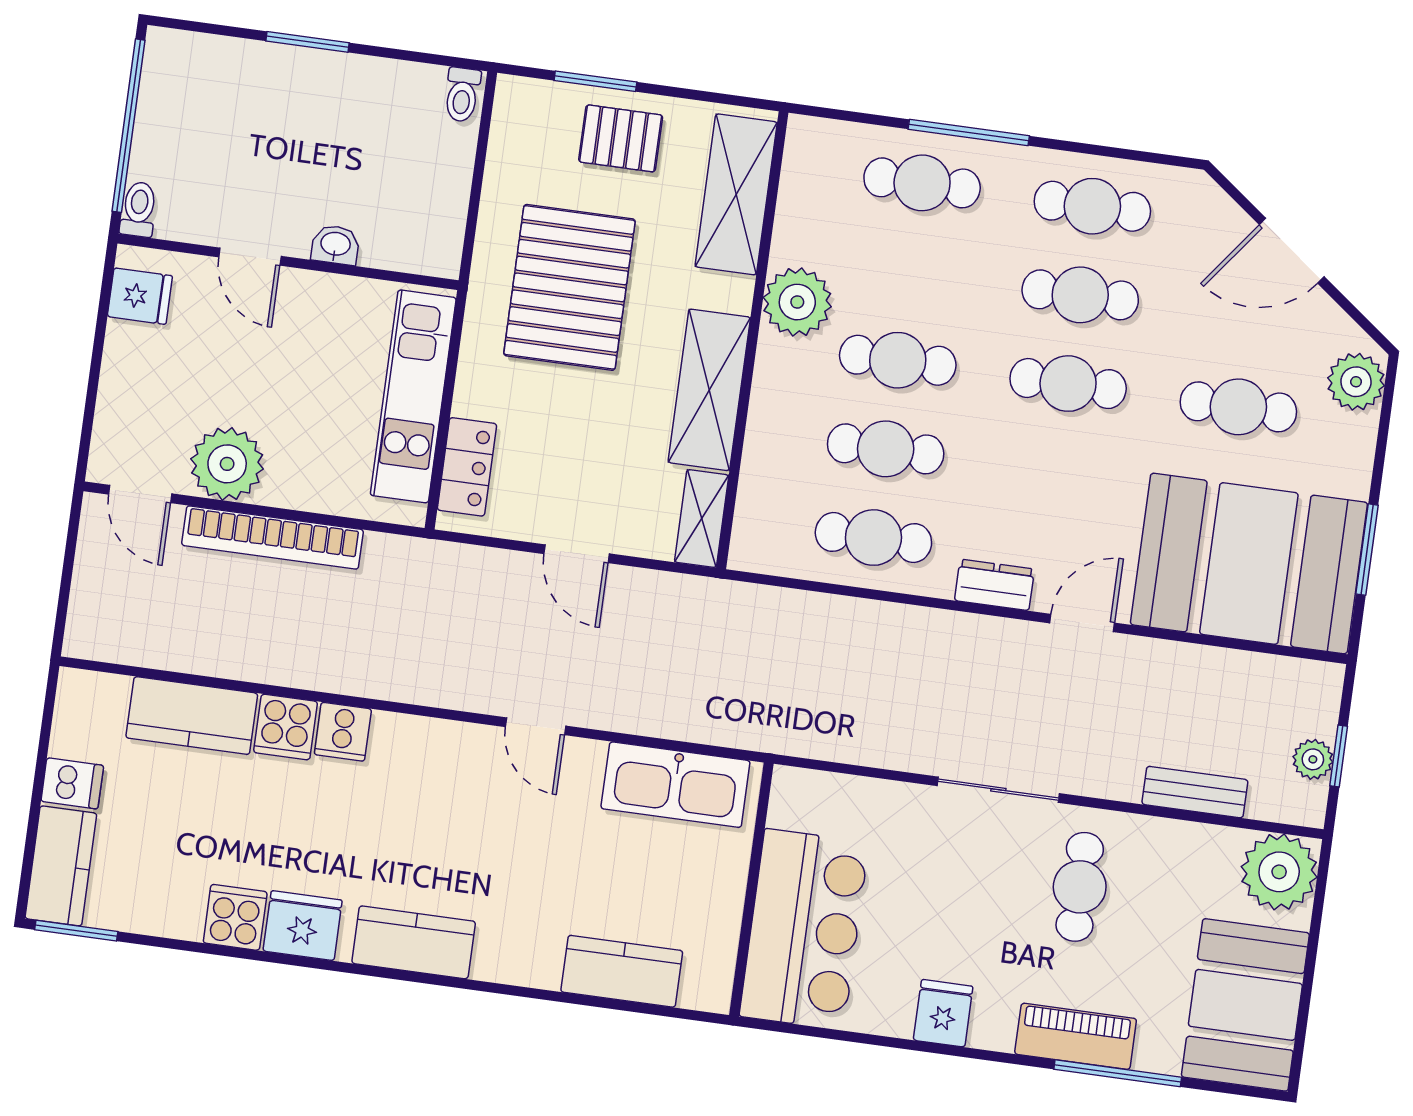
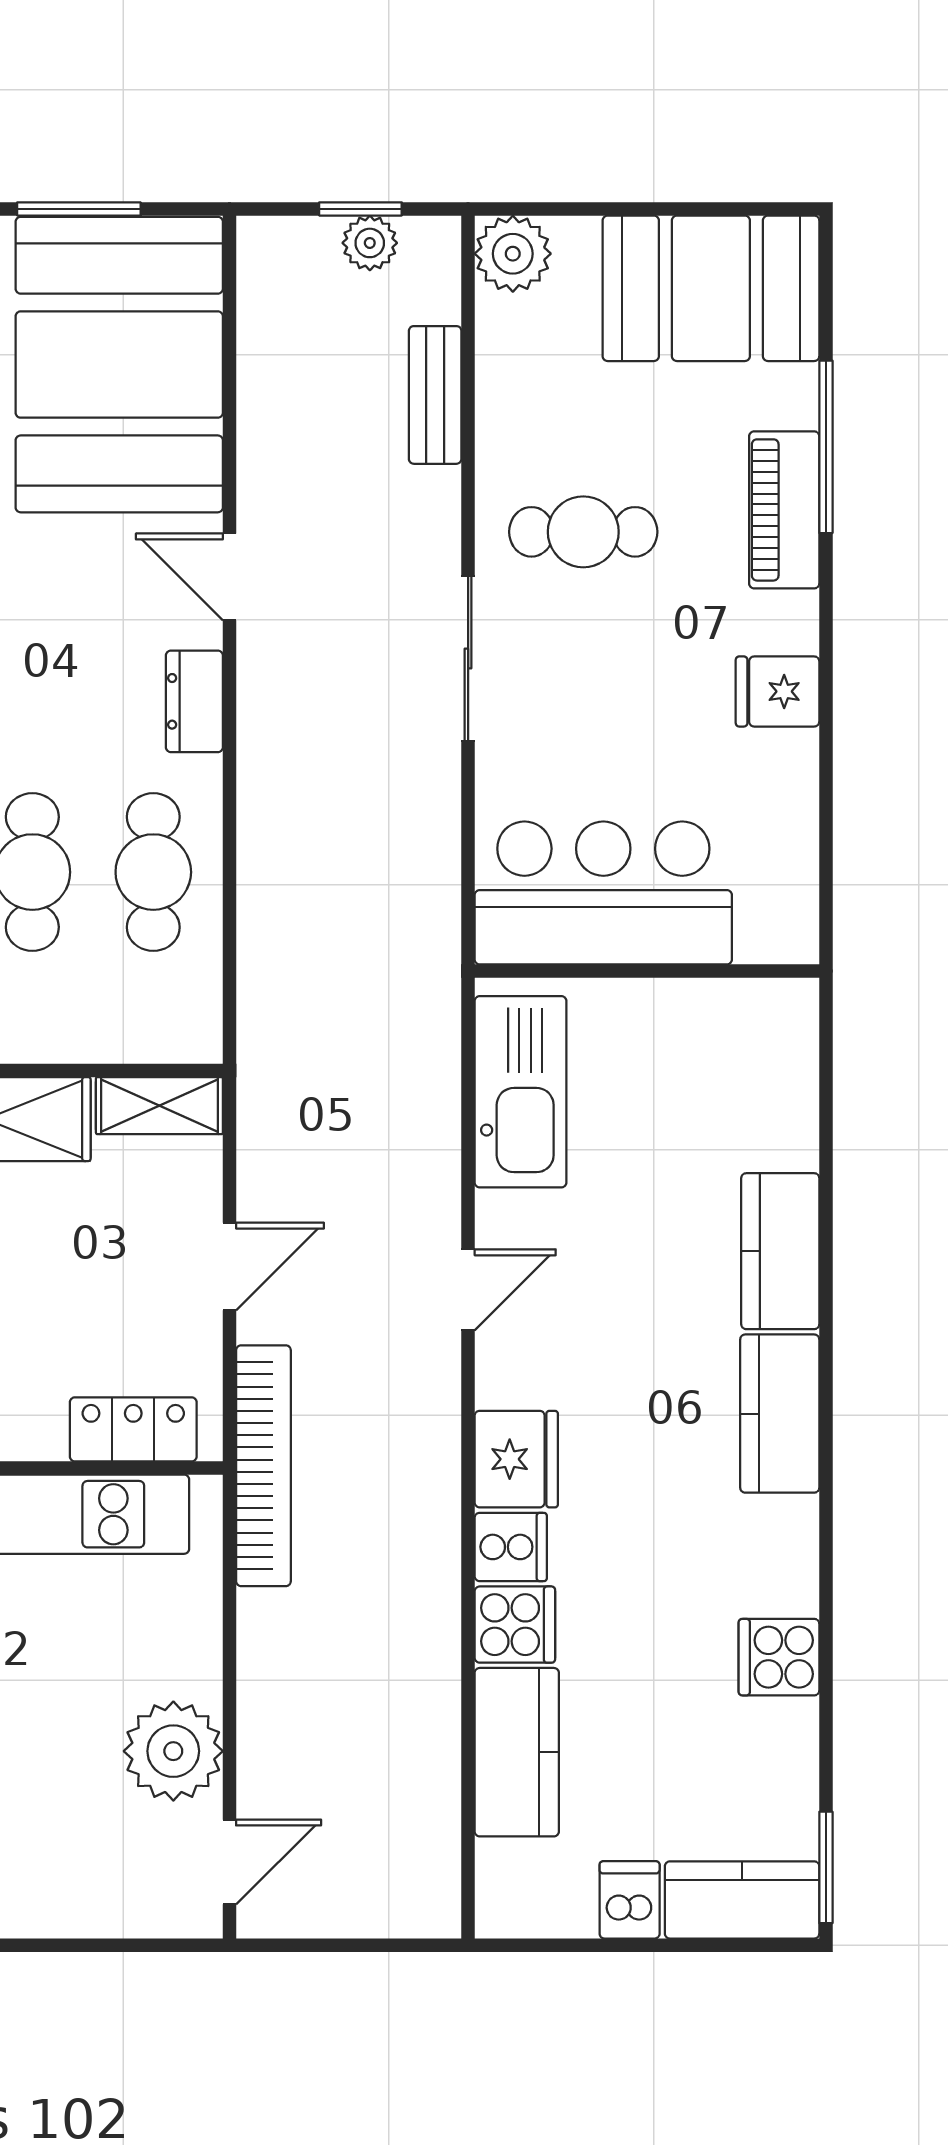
bookcase: (273, 537) -> (263, 1466), moved
plant: (1279, 872) -> (513, 254), width x0.73, depth x0.73
fridge: (303, 926) -> (516, 1459), moved, turned 180
bar counter: (804, 929) -> (603, 893), moved
kitchen counter: (622, 971) -> (780, 1251), moved

